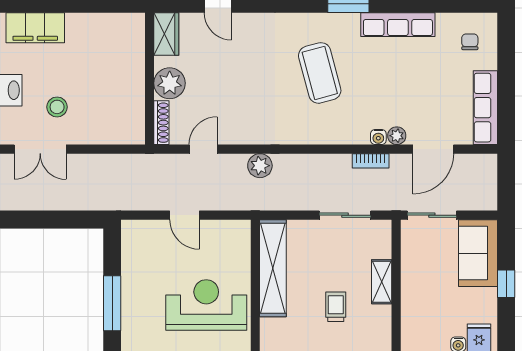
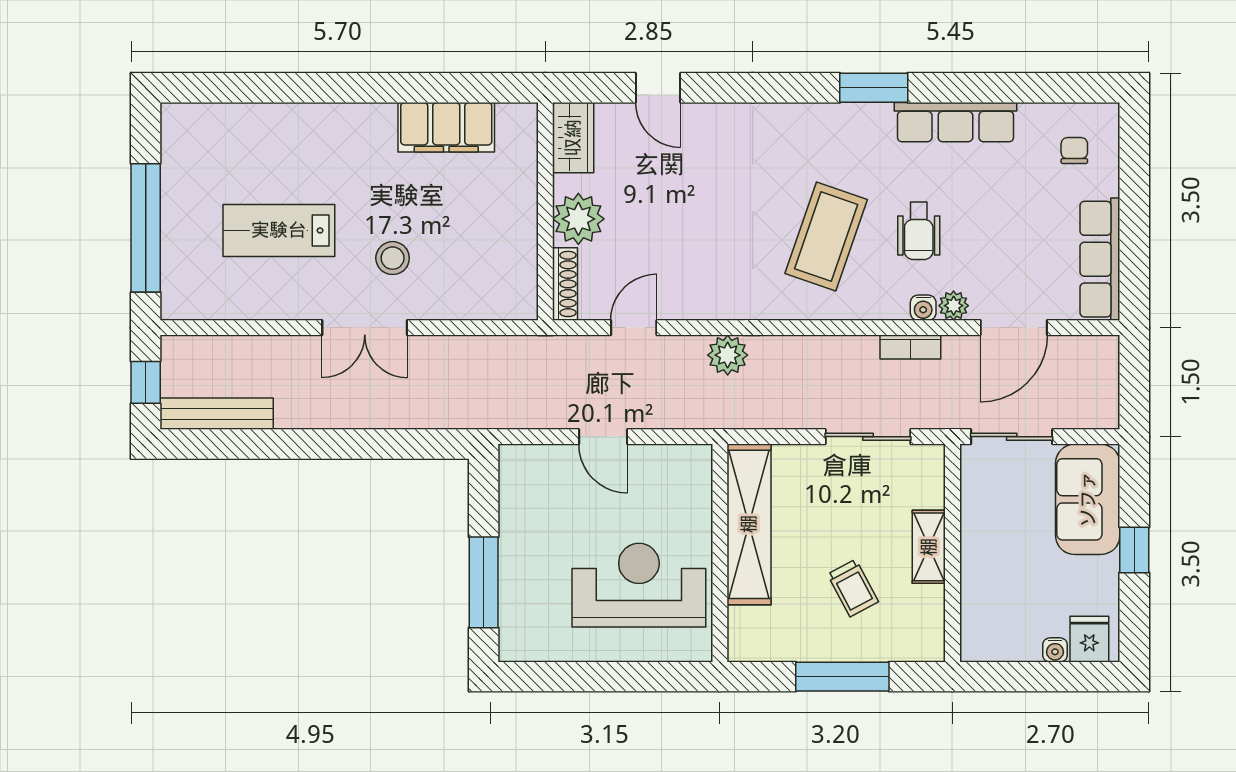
filing cabinet: (35, 28) -> (446, 127), moved
coffee table: (320, 73) -> (826, 237), moved, turned 34
wheelchair: (376, 90) -> (919, 231), added
trolley: (336, 307) -> (853, 588), turned 152

